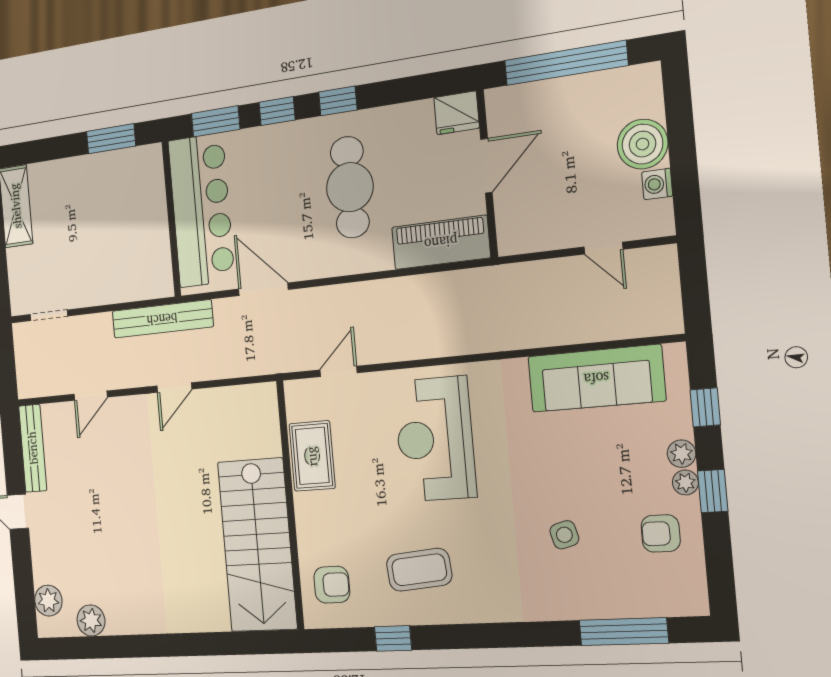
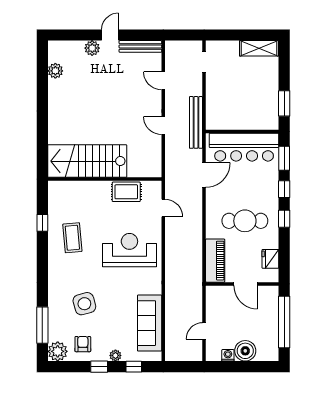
fridge: (457, 113) -> (270, 259), moved
plant: (685, 482) -> (58, 351), moved, width x1.87, depth x1.87
side table: (564, 535) -> (84, 304), width x1.87, depth x1.87
armchair: (332, 585) -> (67, 196), removed
plant: (48, 601) -> (92, 48), moved

